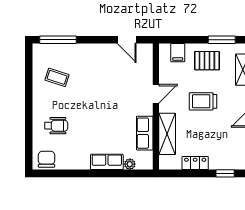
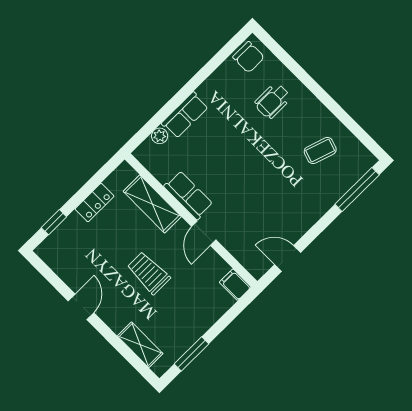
filing cabinet: (178, 53) -> (235, 285), moved
pallet: (207, 61) -> (185, 318), removed
trolley: (203, 101) -> (149, 273), turned -90
row of seats: (145, 133) -> (188, 195), moved

